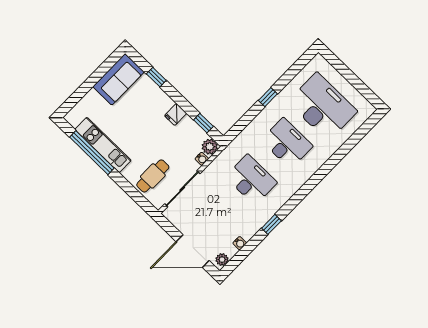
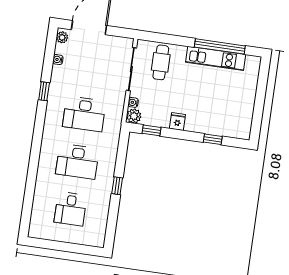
sofa: (118, 79) -> (240, 117), removed
desk: (323, 107) -> (70, 209), width x0.53, depth x0.77

